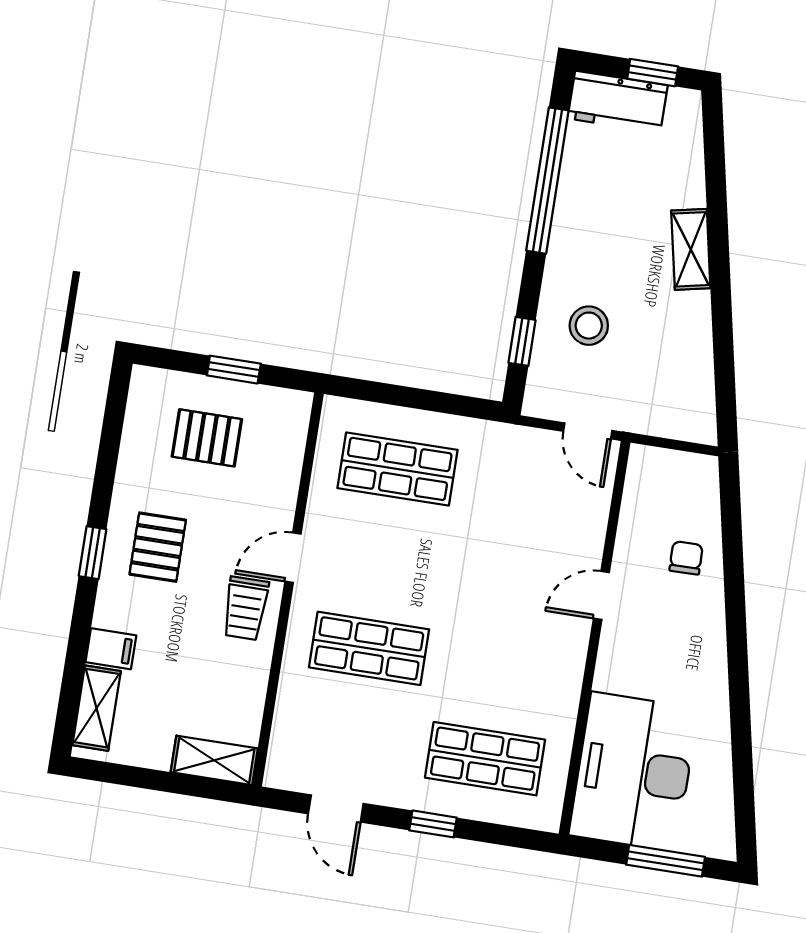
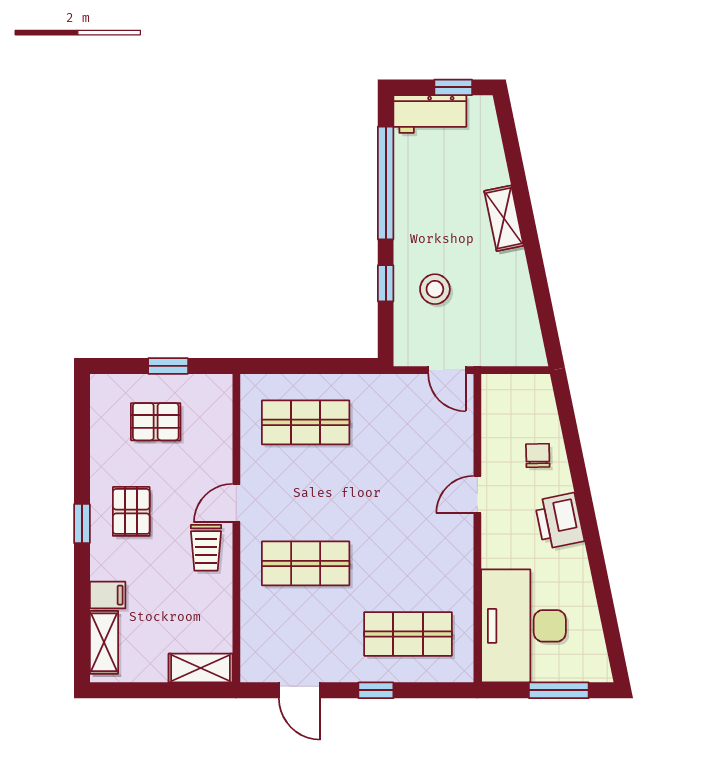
window: (522, 341) -> (386, 283), moved
printer: (700, 645) -> (559, 521), added

